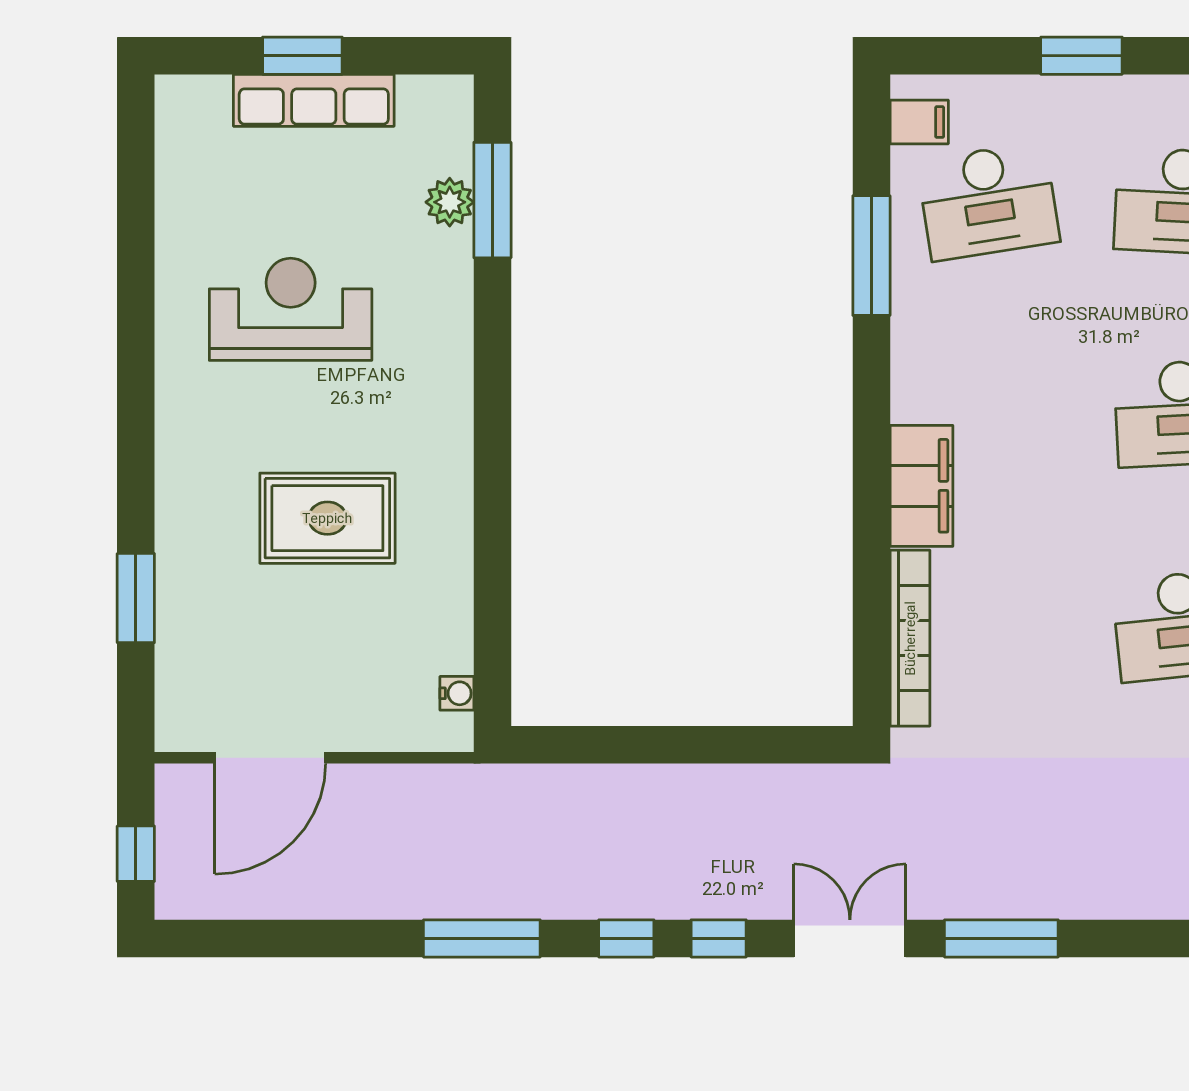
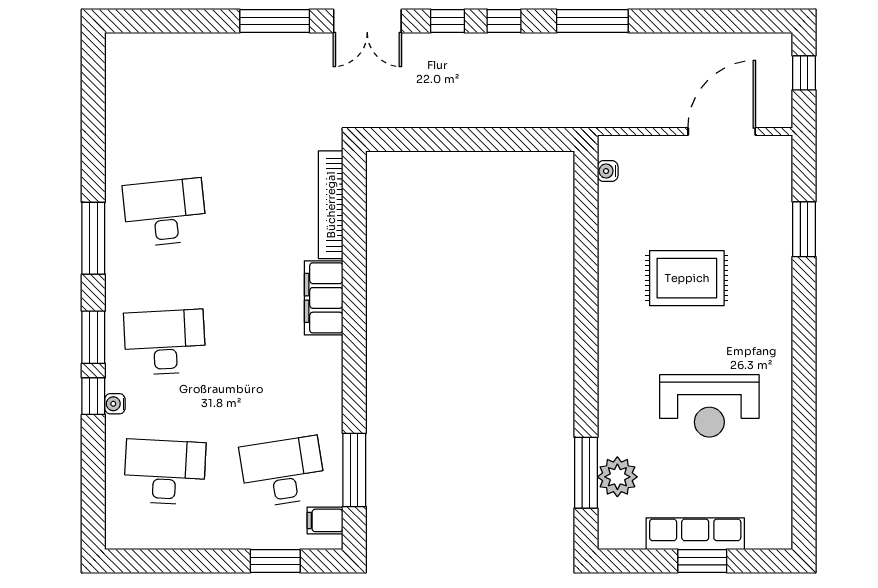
window: (1081, 56) -> (275, 561), moved
plant: (450, 202) -> (617, 477), width x1.36, depth x1.36
window: (871, 256) -> (354, 470), moved

